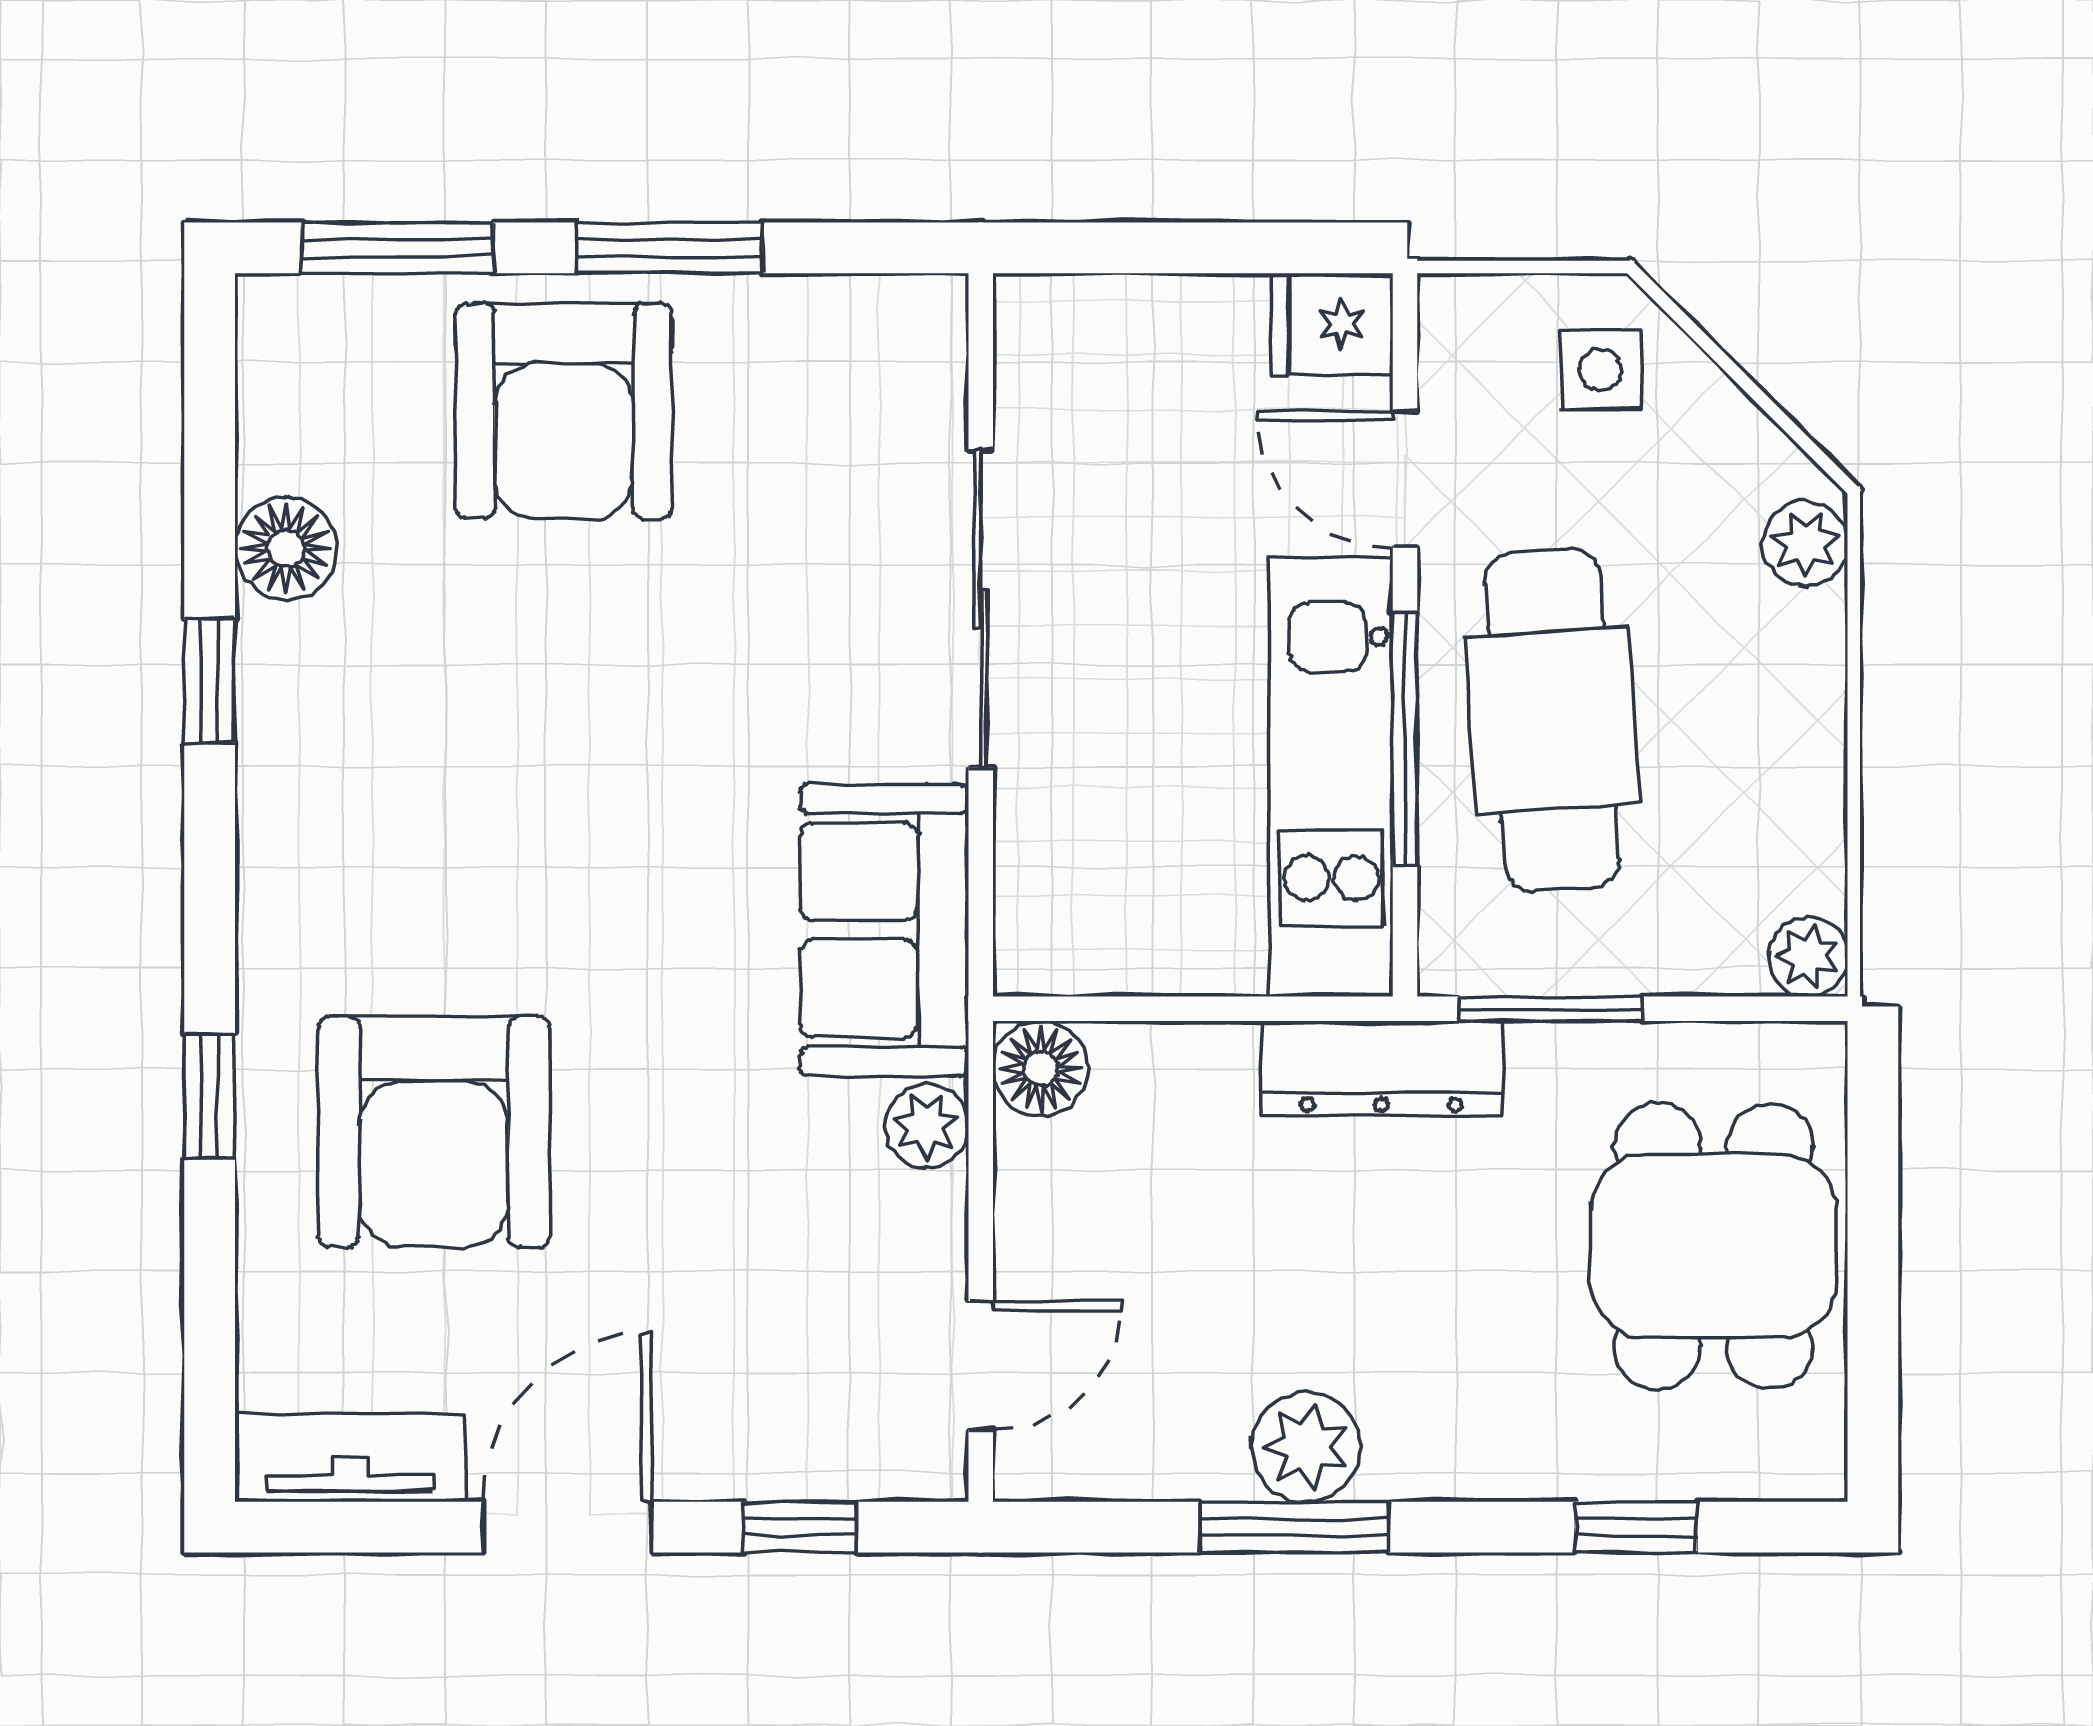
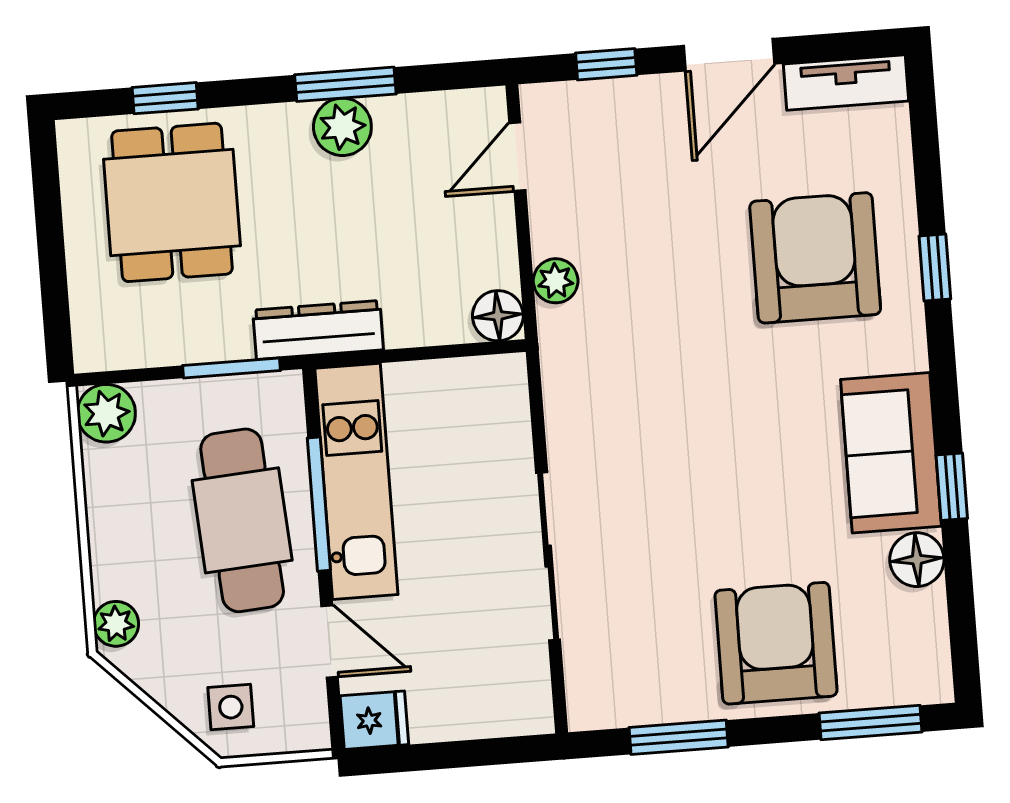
window: (670, 248) -> (679, 737), moved
sofa: (884, 930) -> (891, 453), moved, turned 180
plant: (1808, 957) -> (106, 413), width x1.38, depth x1.38
dining table: (1714, 1246) -> (172, 202), moved

